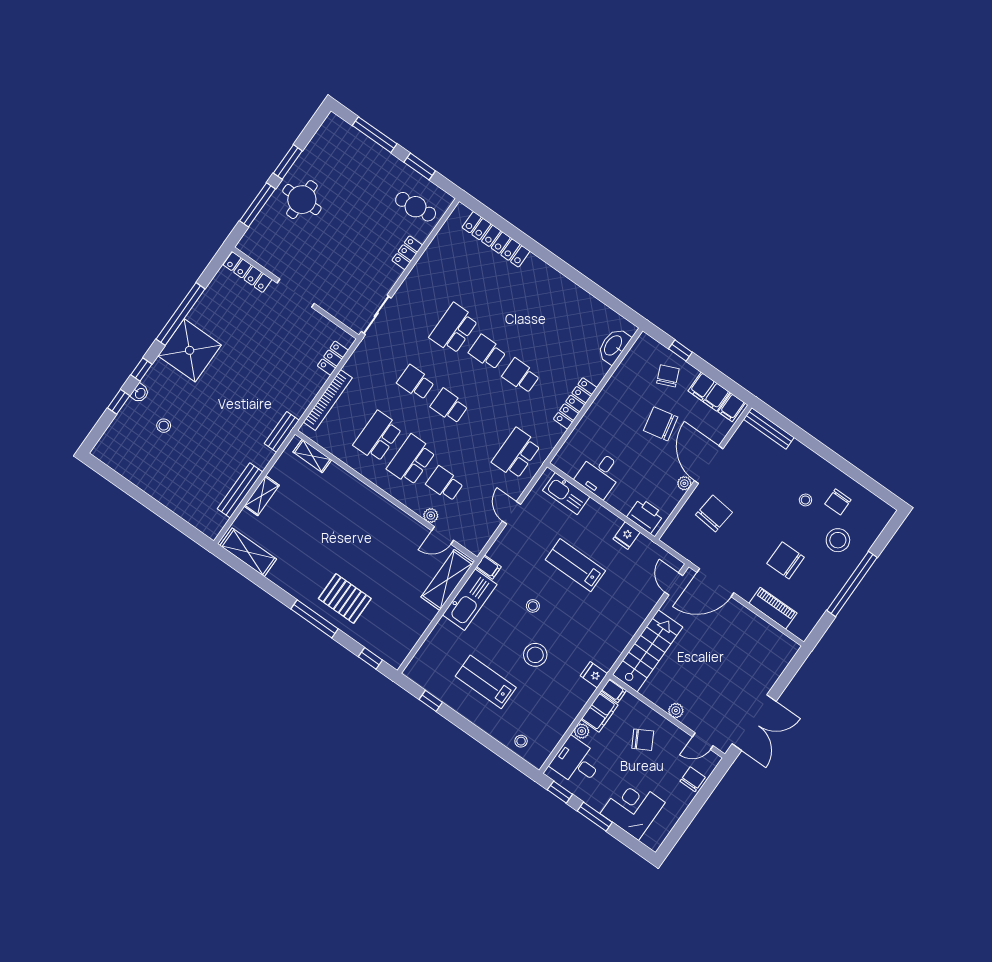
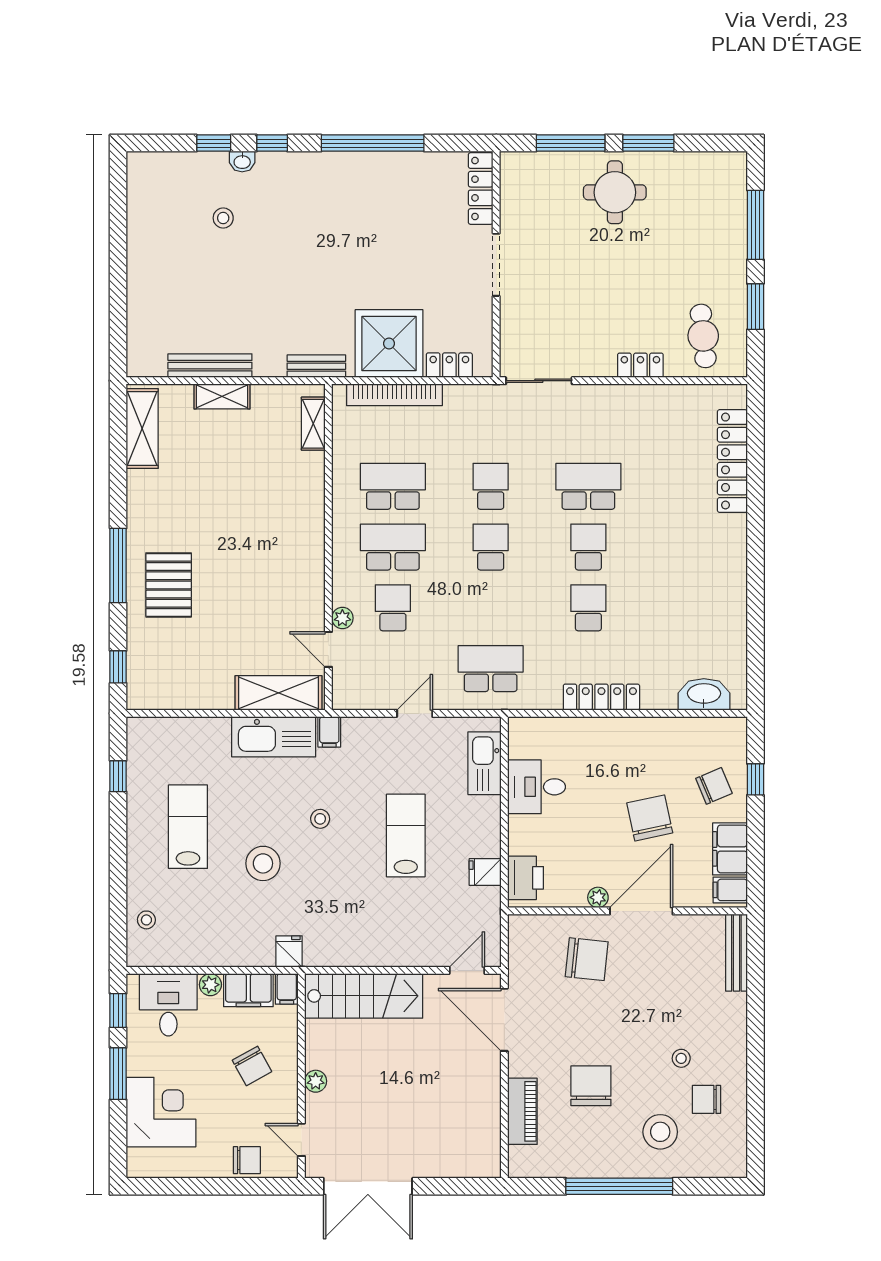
shower: (190, 350) -> (389, 344), moved

